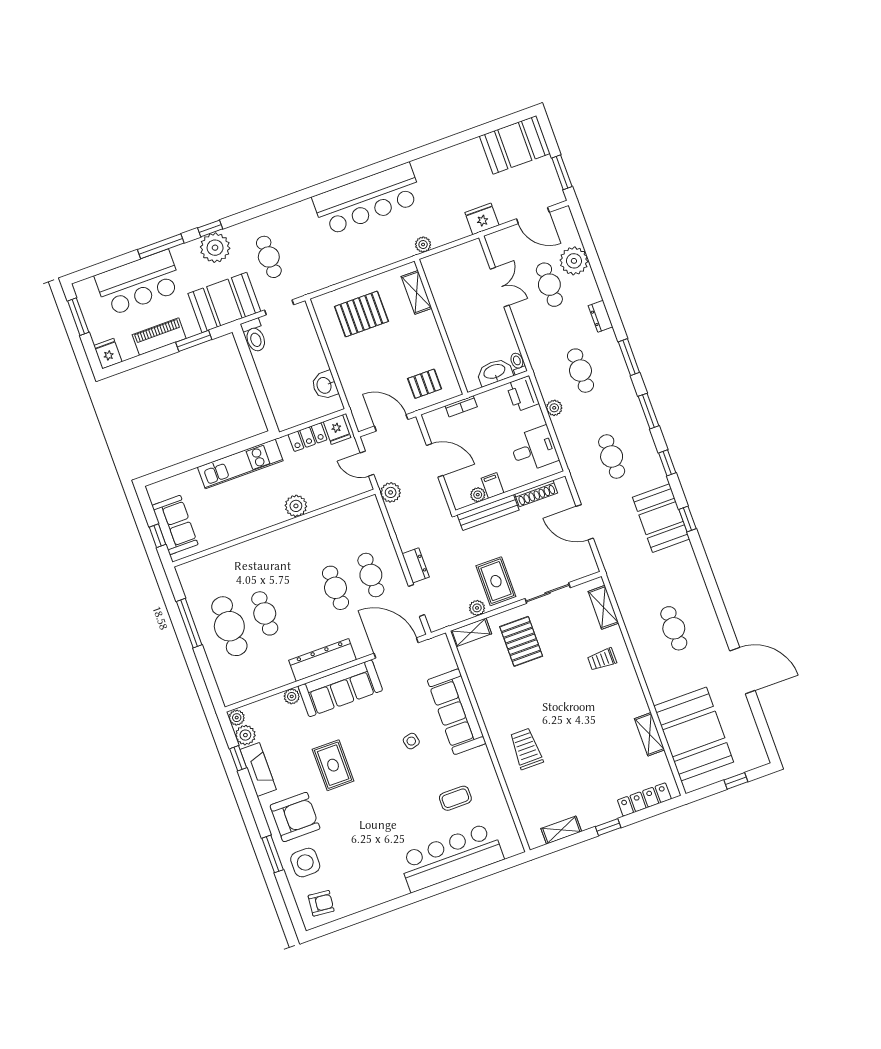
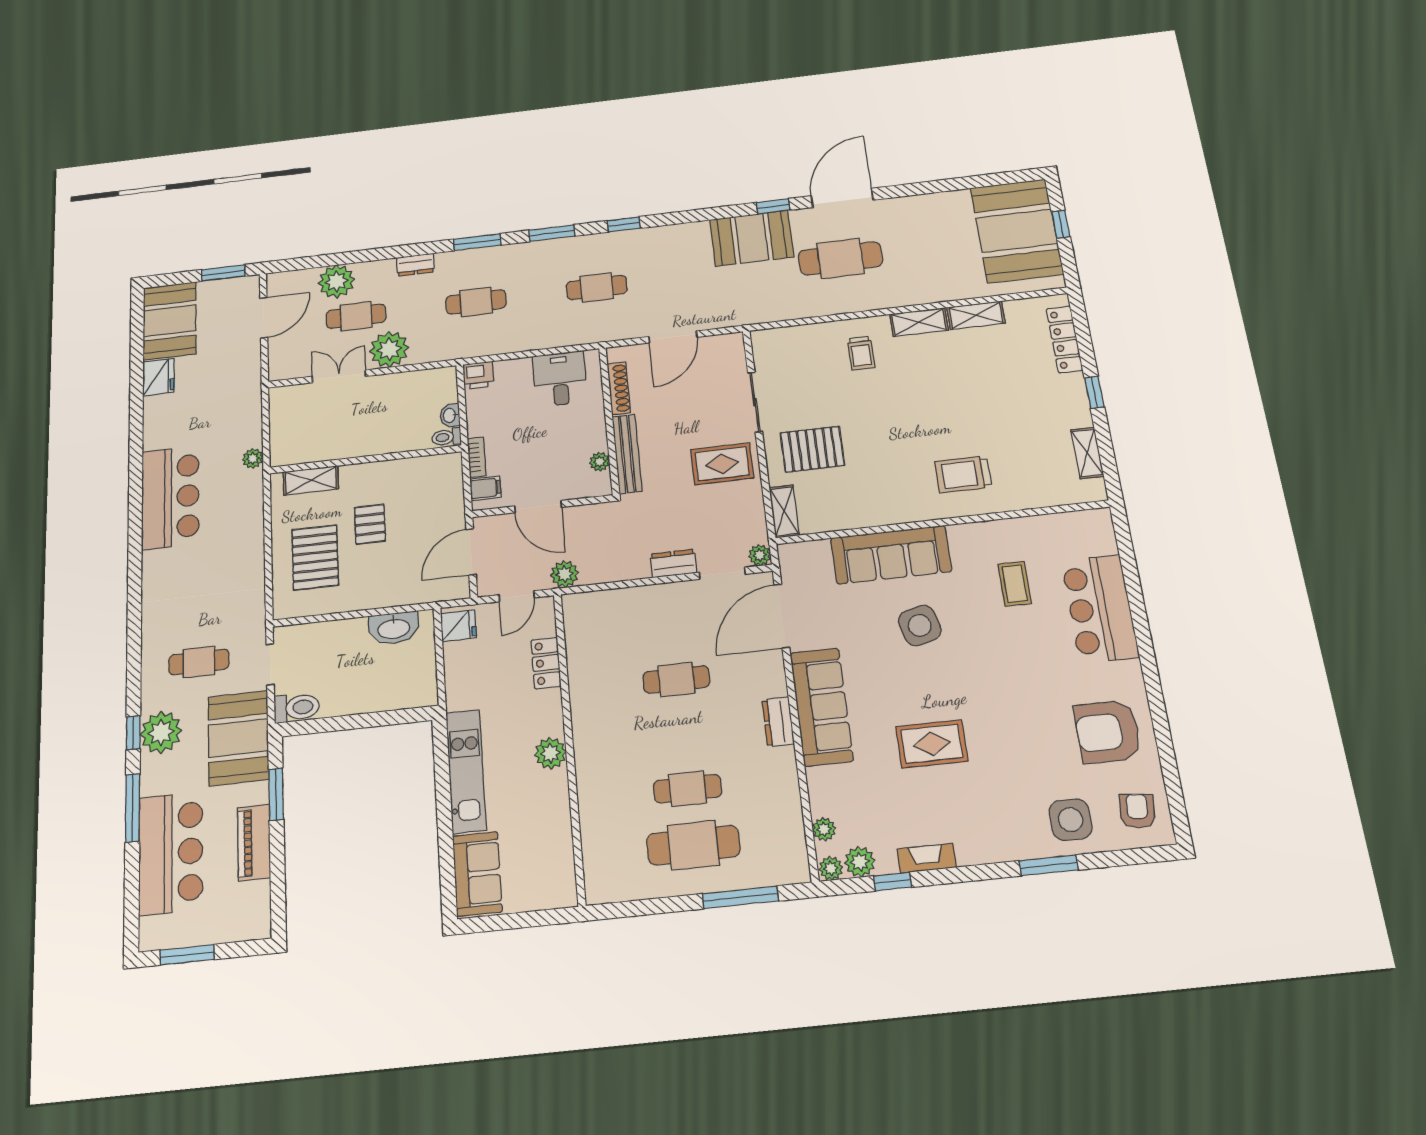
bar counter: (367, 199) -> (170, 498), width x0.73
fridge: (482, 219) -> (158, 377), moved, turned 180
fridge: (108, 354) -> (253, 924), removed
toilet: (518, 363) -> (446, 437), moved
washbasin: (495, 372) -> (450, 415), width x0.52, depth x0.69
pallet: (425, 384) -> (370, 524), moved
washbasin: (325, 385) -> (394, 628), width x1.38
printer: (523, 394) -> (478, 375), width x0.73, depth x0.81
plant: (554, 408) -> (389, 349), moved, width x1.88, depth x1.88
locker: (308, 437) -> (546, 663), moved, turned 180
door: (435, 460) -> (538, 507), swing flipped
filing cabinet: (493, 486) -> (485, 488), moved, turned 180
plant: (296, 506) -> (550, 753), moved
booth: (661, 518) -> (752, 238), moved
window: (688, 519) -> (773, 206), moved
sofa: (175, 525) -> (477, 874), moved, turned 90
window: (158, 536) -> (534, 919), removed
cafe table: (371, 575) -> (671, 627), removed
shelving: (603, 607) -> (919, 322), moved
plant: (477, 608) -> (760, 555), moved
window: (189, 623) -> (740, 897), moved
cafe table: (674, 628) -> (840, 258), width x1.37, depth x1.35
dresser: (323, 660) -> (778, 722), width x0.51, depth x0.80
door: (742, 671) -> (842, 198), moved
plant: (292, 696) -> (824, 829), moved
booth: (694, 734) -> (1017, 231), moved, turned 90
side table: (411, 741) -> (920, 626), width x1.87, depth x1.87
fireplace: (258, 769) -> (927, 858), width x0.73, depth x0.76
armchair: (295, 817) -> (1108, 732), moved, turned -90
bar counter: (451, 857) -> (1100, 609), width x0.73

